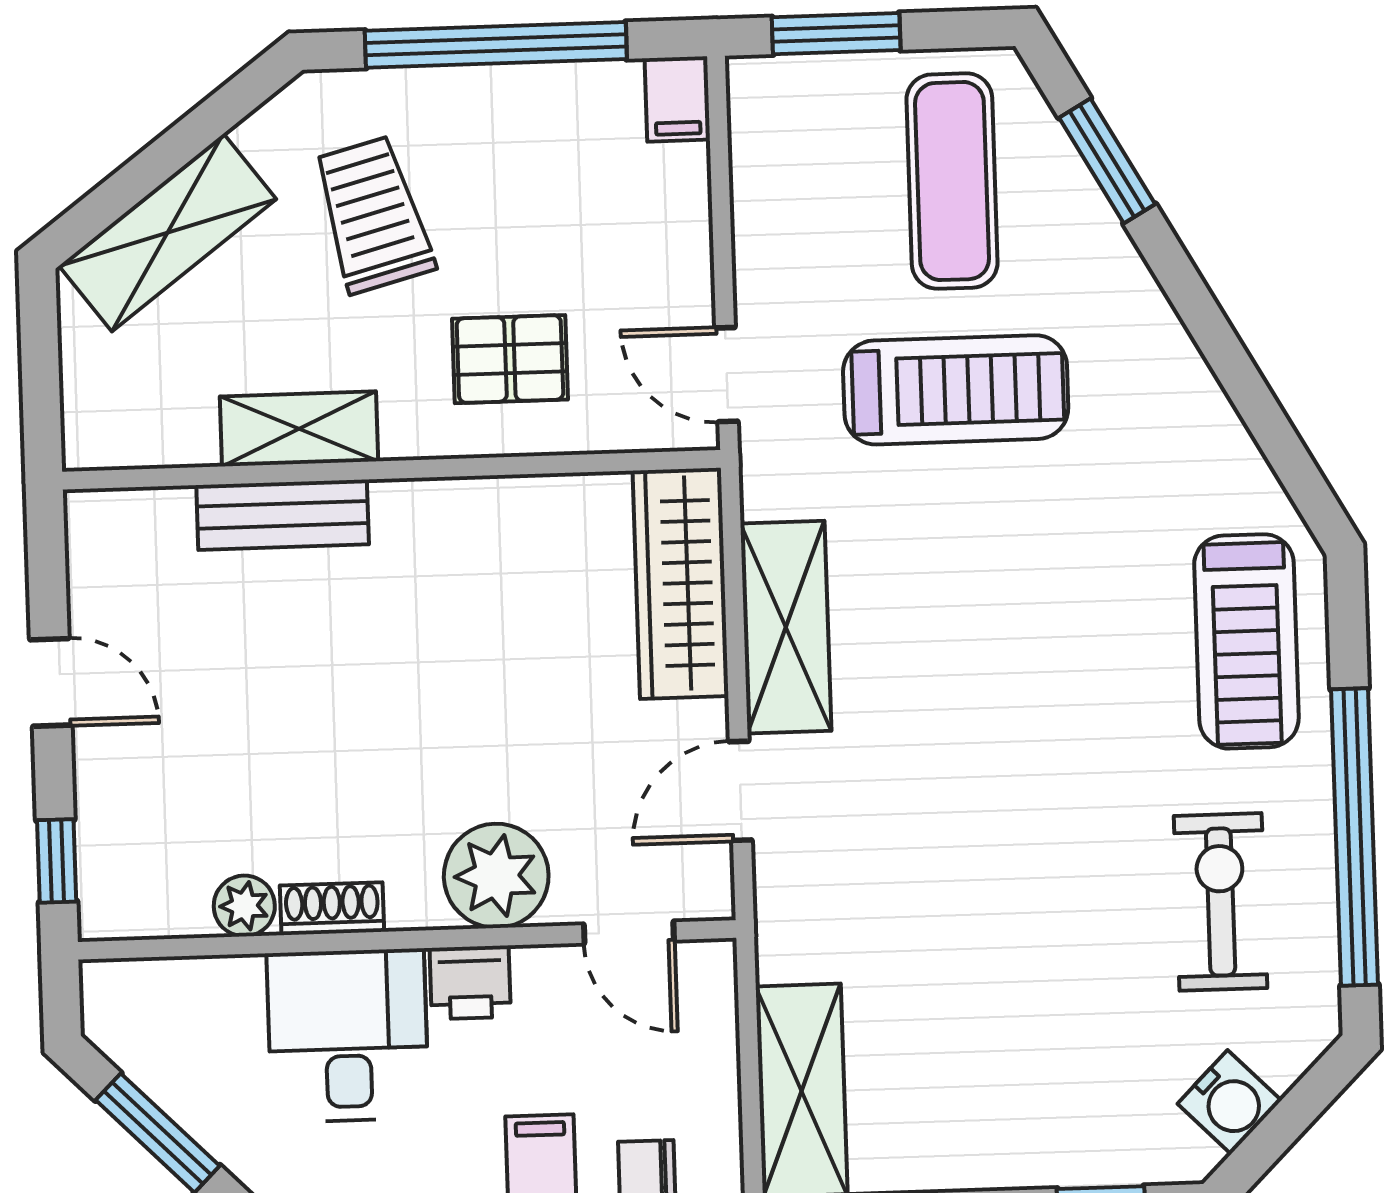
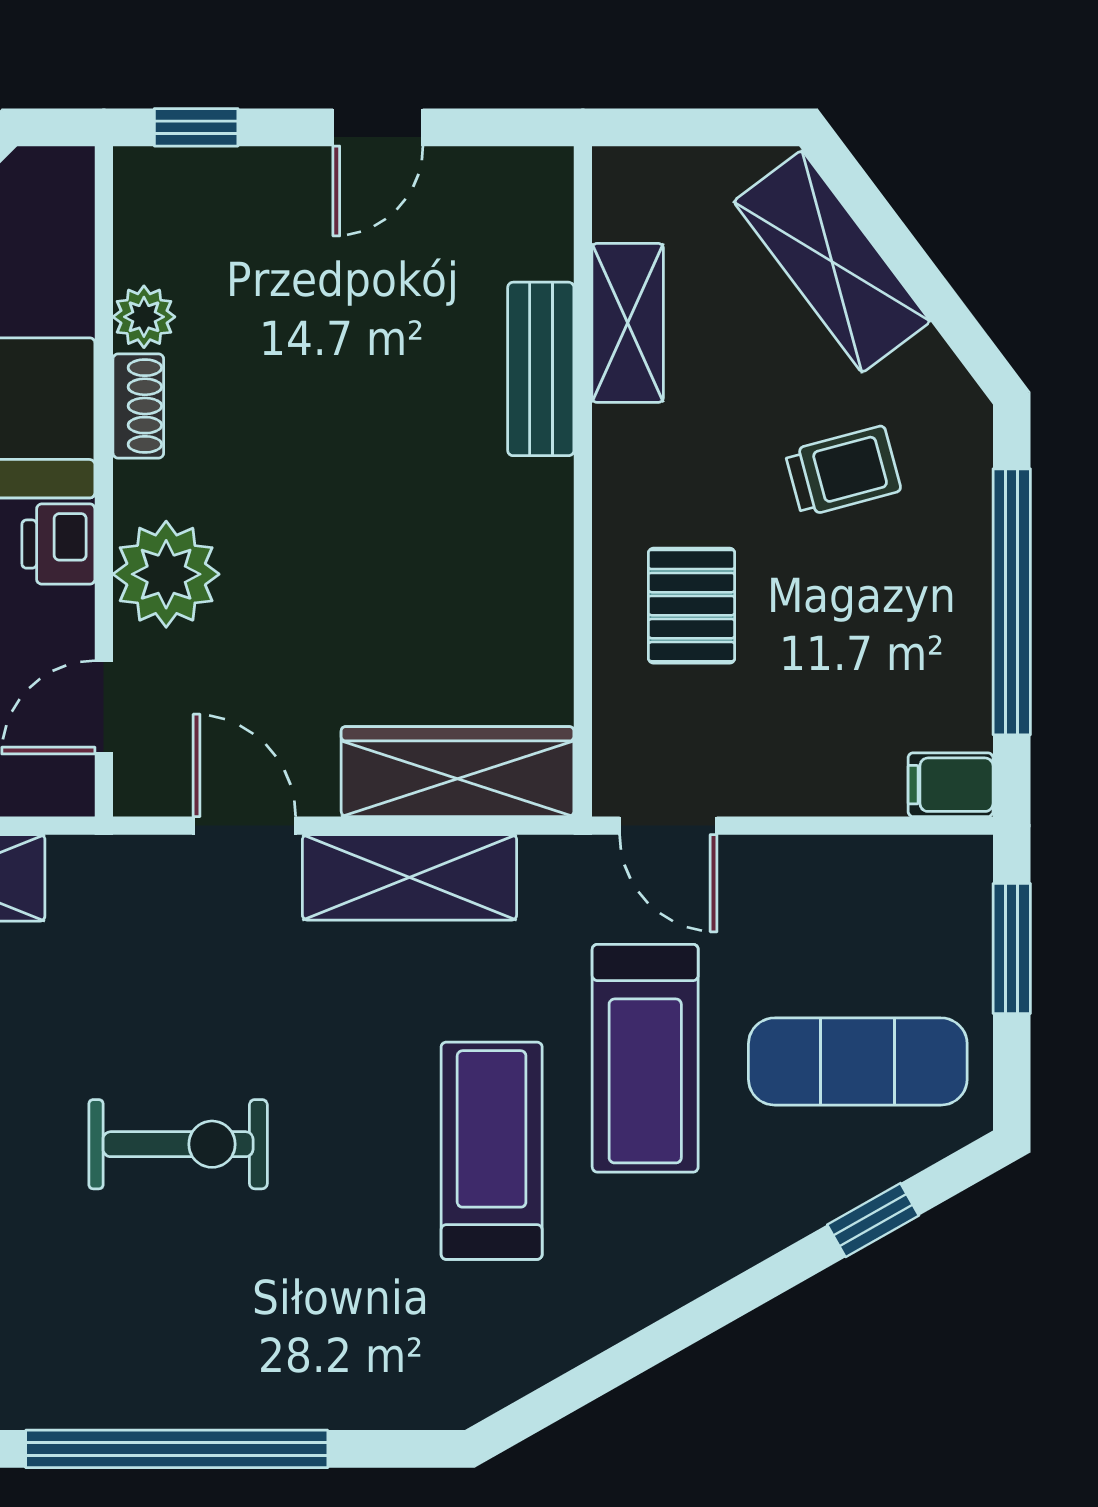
window: (1107, 161) -> (873, 1220), width x0.67
trolley: (373, 215) -> (843, 471), width x0.73, depth x0.72
door: (727, 375) -> (668, 826), swing flipped
shelving: (299, 429) -> (628, 323), moved
treadmill: (1246, 641) -> (492, 1151), moved, turned 90
exercise bike: (1221, 902) -> (178, 1144), moved

